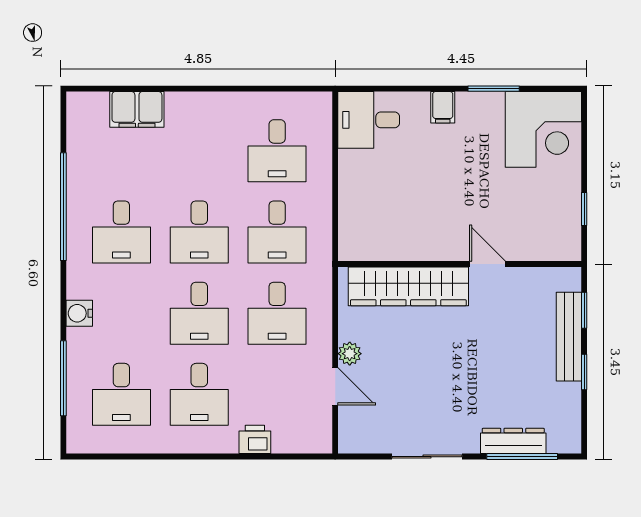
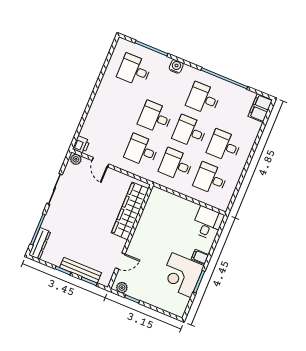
filing cabinet: (137, 109) -> (260, 108), moved
corner desk: (543, 129) -> (182, 275), moved
plant: (569, 239) -> (122, 288), added
door: (487, 264) -> (120, 261), moved
plant: (350, 354) -> (76, 159), moved
door: (335, 386) -> (100, 162), hinge flipped
desk: (199, 394) -> (224, 146), moved
printer: (255, 439) -> (81, 145), moved
dresser: (513, 441) -> (40, 243), moved

